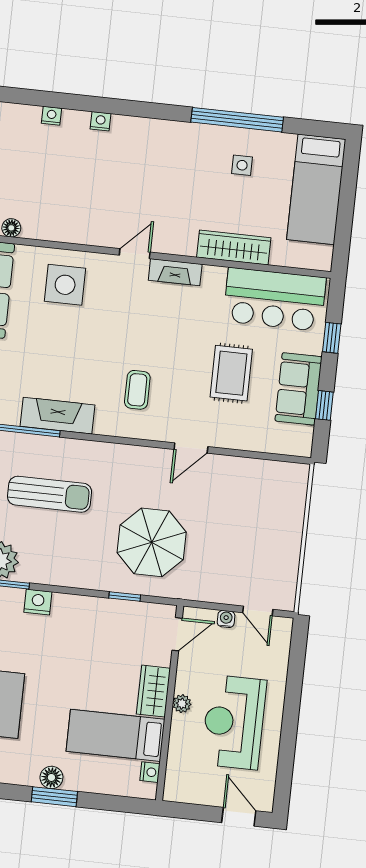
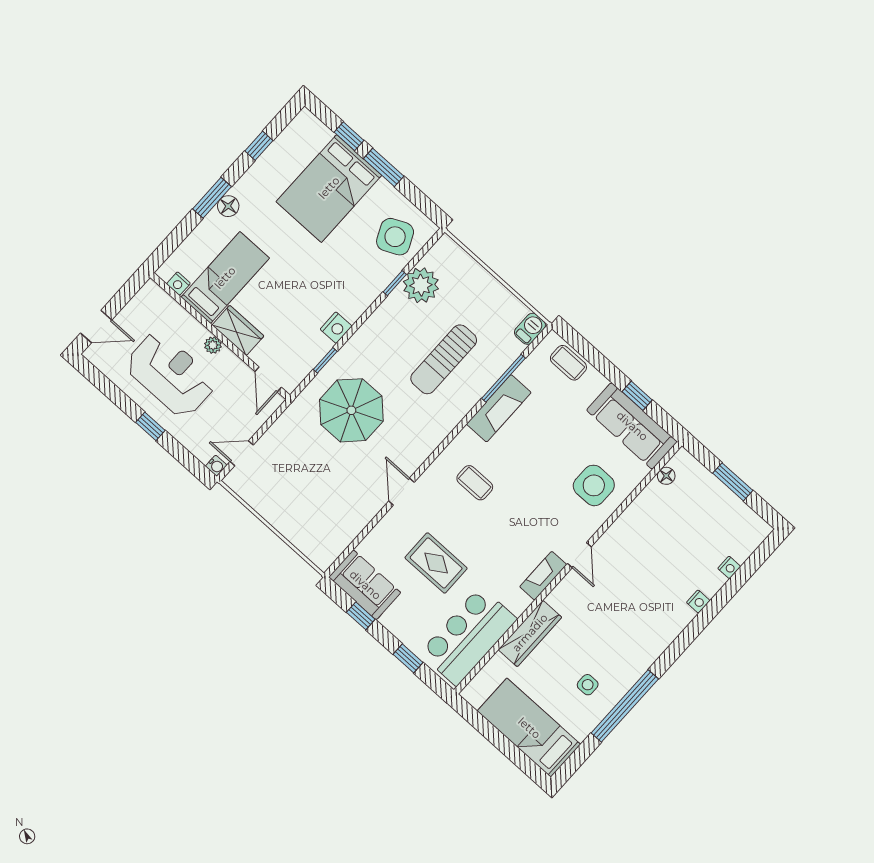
sofa: (299, 389) -> (365, 585), moved
nightstand: (38, 602) -> (336, 328), moved
water cooler: (226, 619) -> (216, 466), moved
window: (292, 707) -> (150, 426), added

